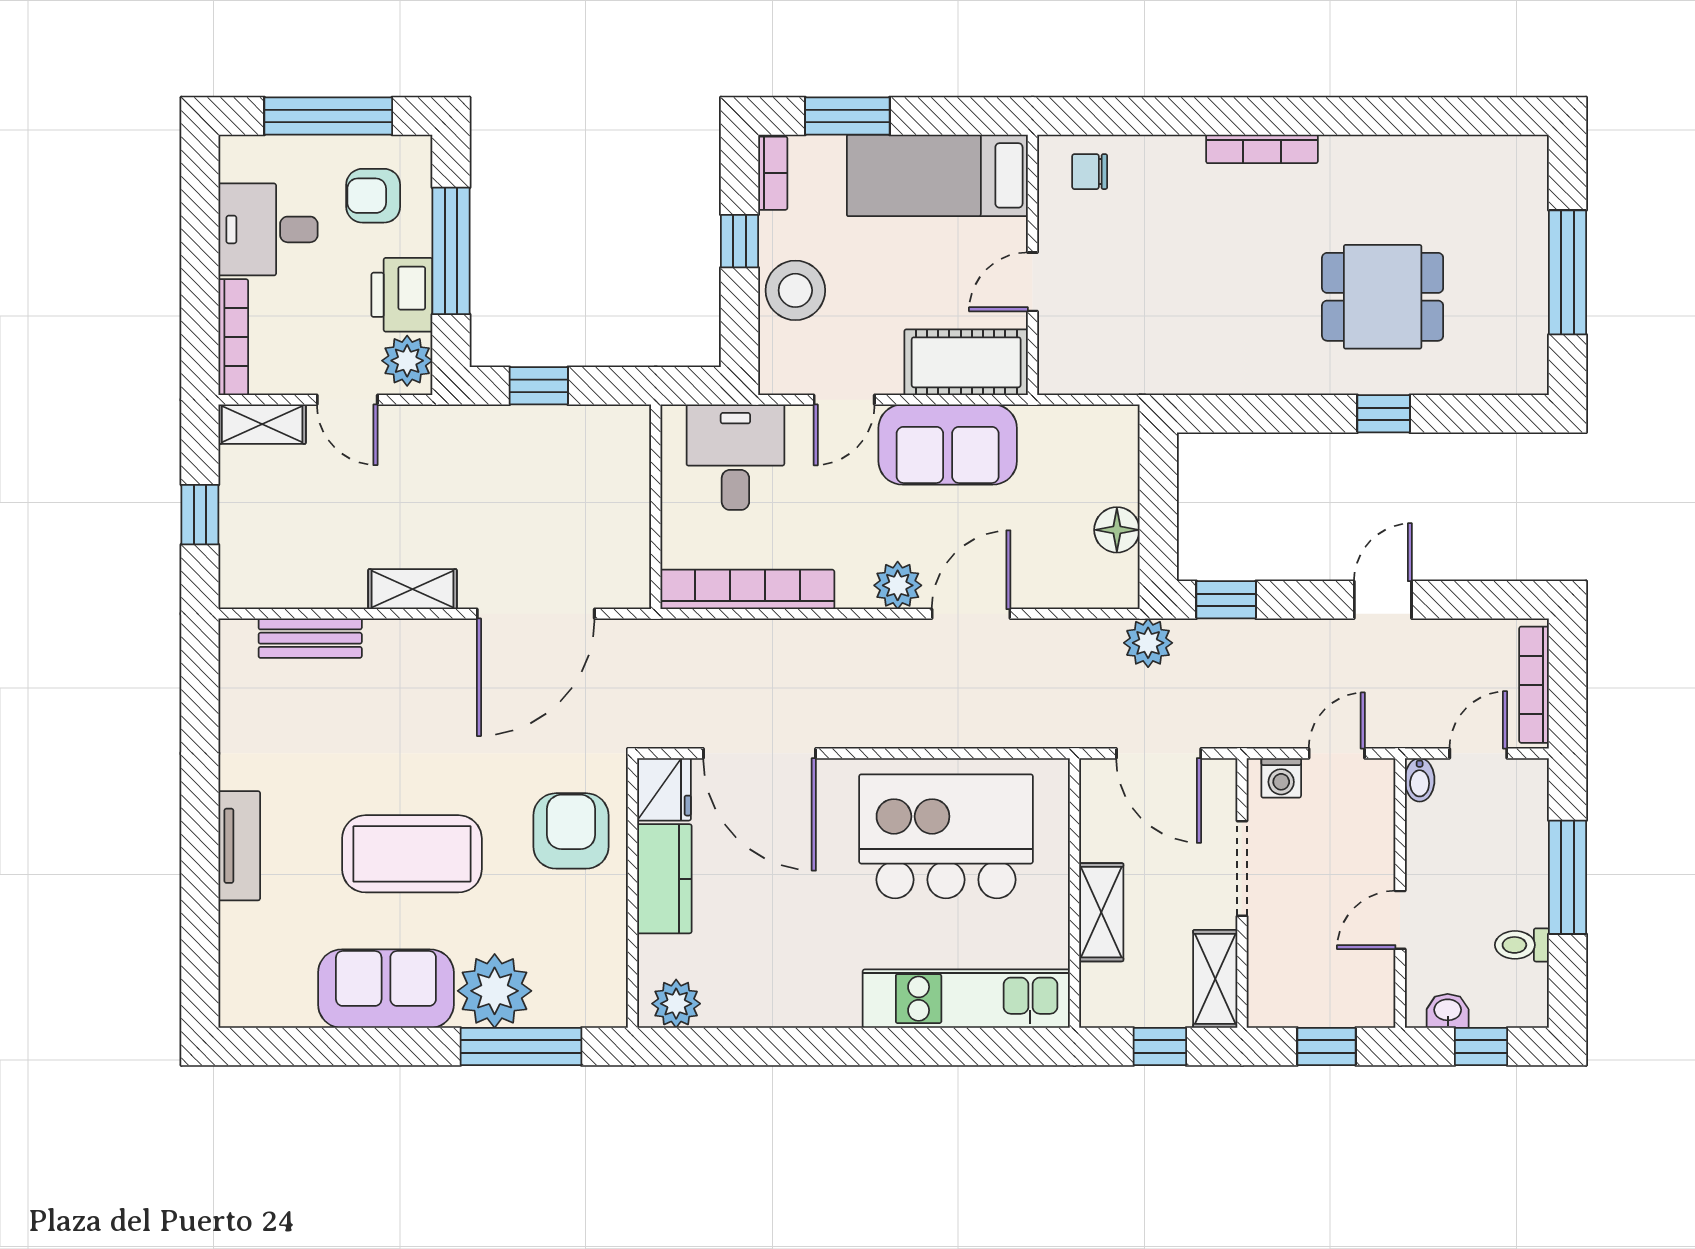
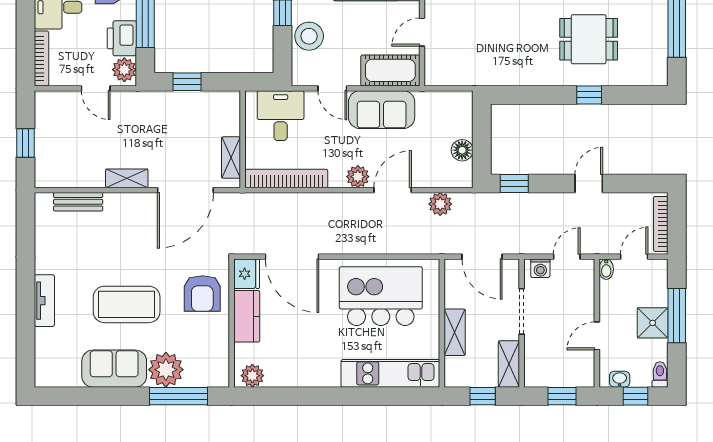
door: (844, 400) -> (332, 88), hinge flipped
shelving: (262, 424) -> (231, 158), moved, turned 90
plant: (1148, 643) -> (440, 204), moved
armchair: (571, 831) -> (202, 294), turned 180
shower: (1517, 893) -> (653, 323), added
toilet: (1522, 945) -> (660, 374), moved, turned 90

